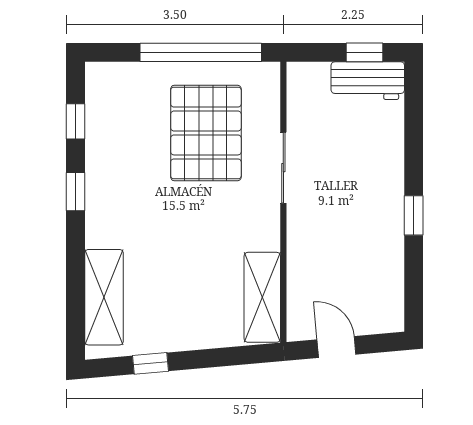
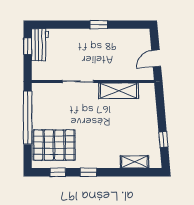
pallet: (206, 133) -> (54, 145), moved
shelving: (104, 297) -> (134, 162), width x0.67, depth x0.75
shelving: (262, 297) -> (119, 91), moved

